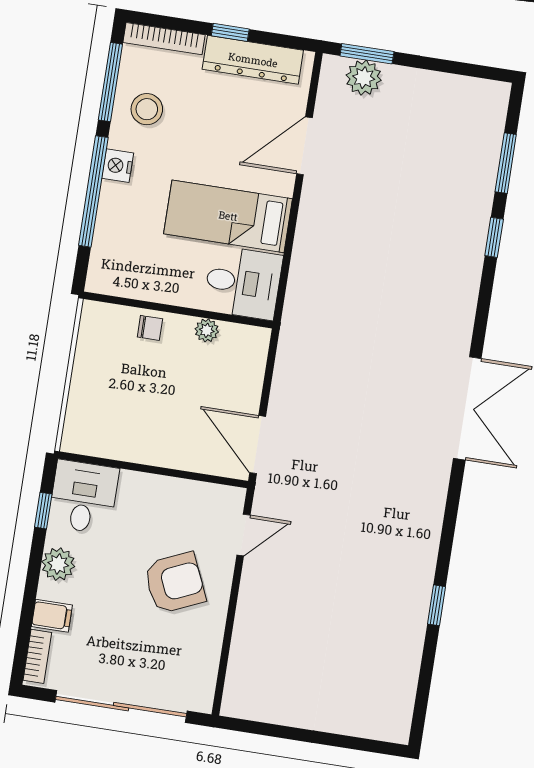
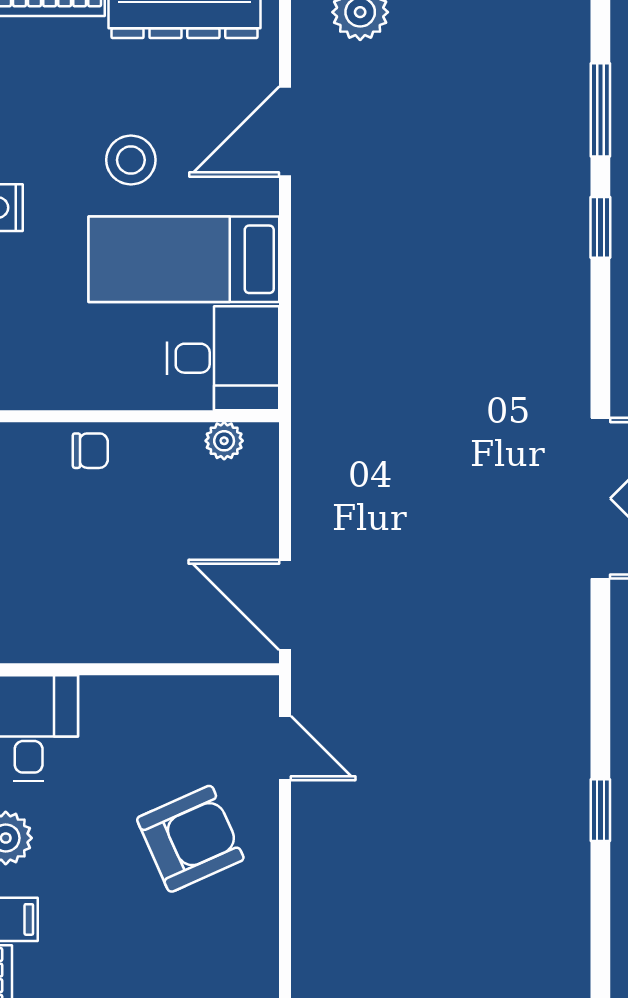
stool: (147, 109) -> (131, 160), moved
plant: (207, 330) -> (224, 441), moved
door: (243, 535) -> (285, 748), hinge flipped

